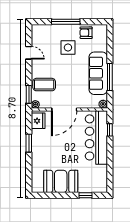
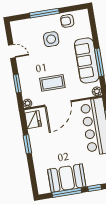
coffee table: (44, 85) -> (52, 83), moved
window: (29, 94) -> (17, 84), moved
window: (59, 195) -> (67, 193), added

